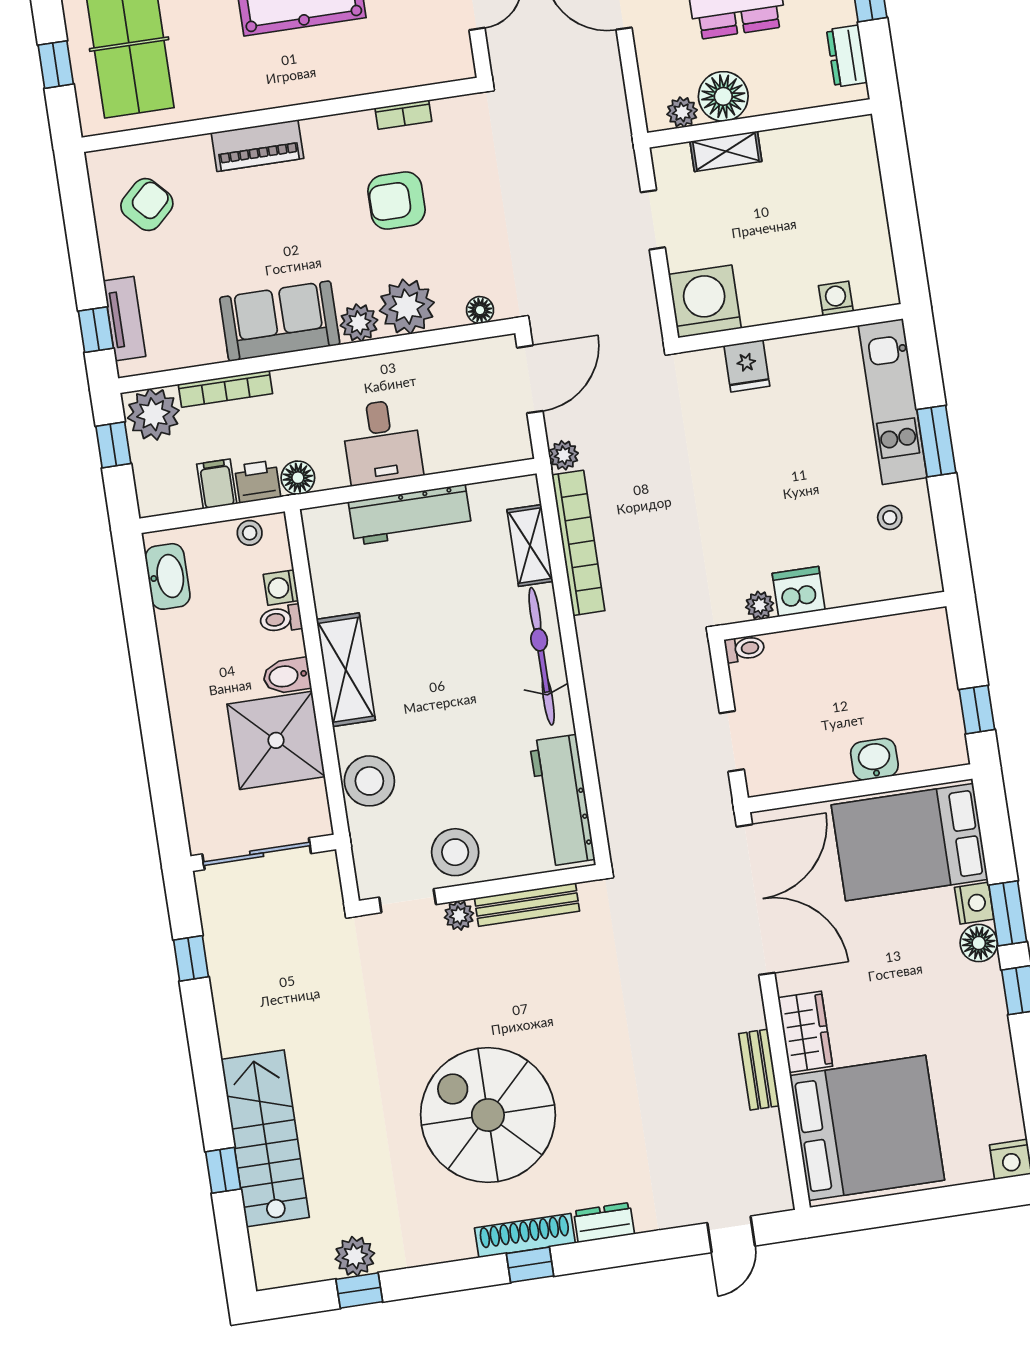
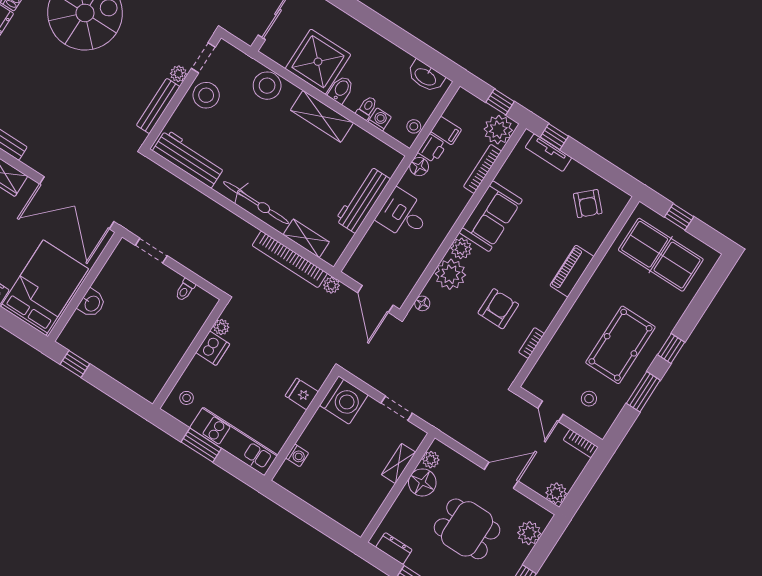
dishwasher: (799, 592) -> (213, 348), moved
plant: (760, 605) -> (221, 327), moved
wall: (834, 616) -> (190, 354), moved

